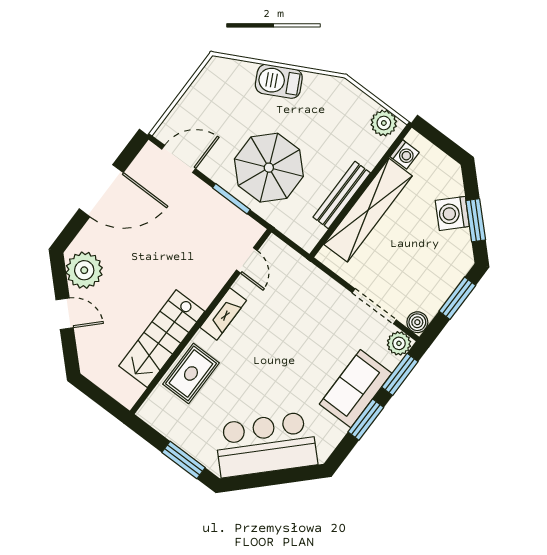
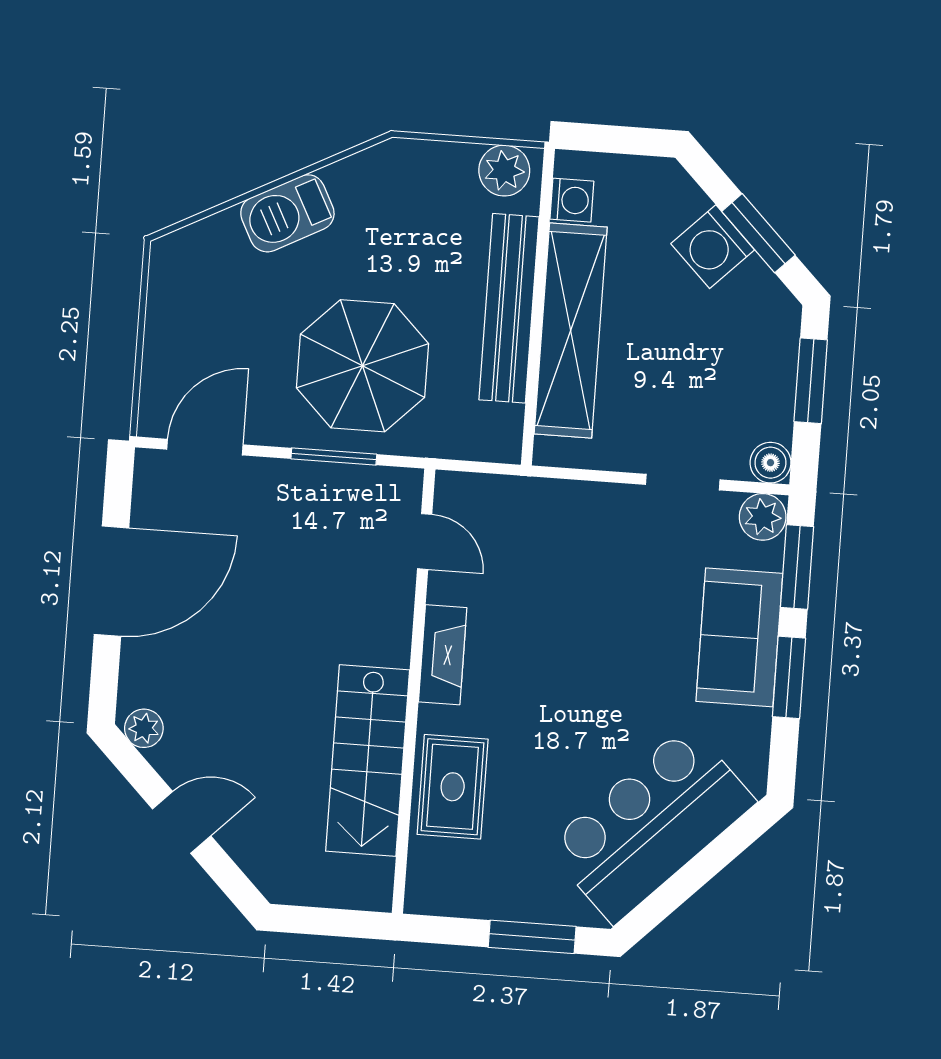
bench: (342, 195) -> (509, 308), width x1.37, depth x1.21
plant: (84, 270) -> (144, 728), width x0.53, depth x0.53
doorway: (374, 306) -> (683, 482), width x0.73

